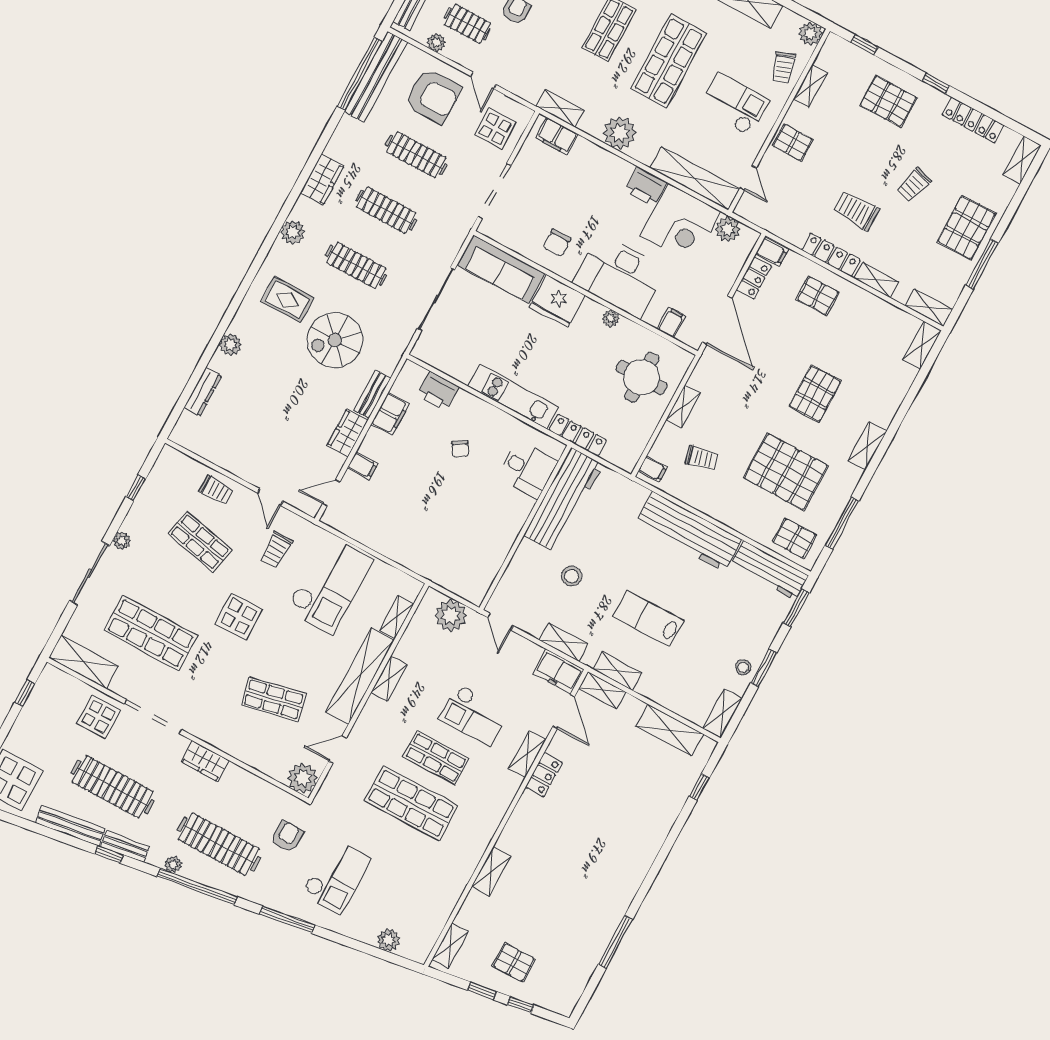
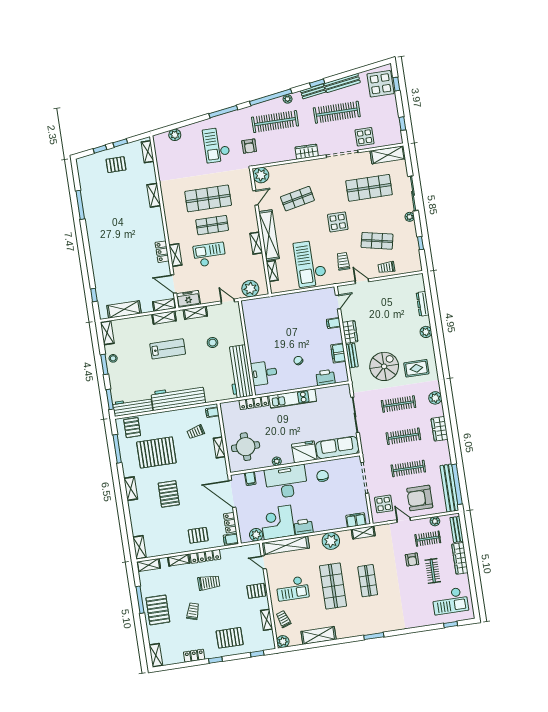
locker: (973, 120) -> (194, 656), width x0.66
pallet: (794, 538) -> (132, 428), turned 90

